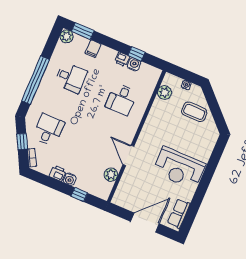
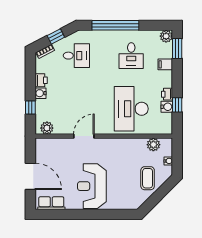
desk: (121, 99) -> (131, 109), width x1.87, depth x1.30
plant: (111, 175) -> (47, 128), moved

